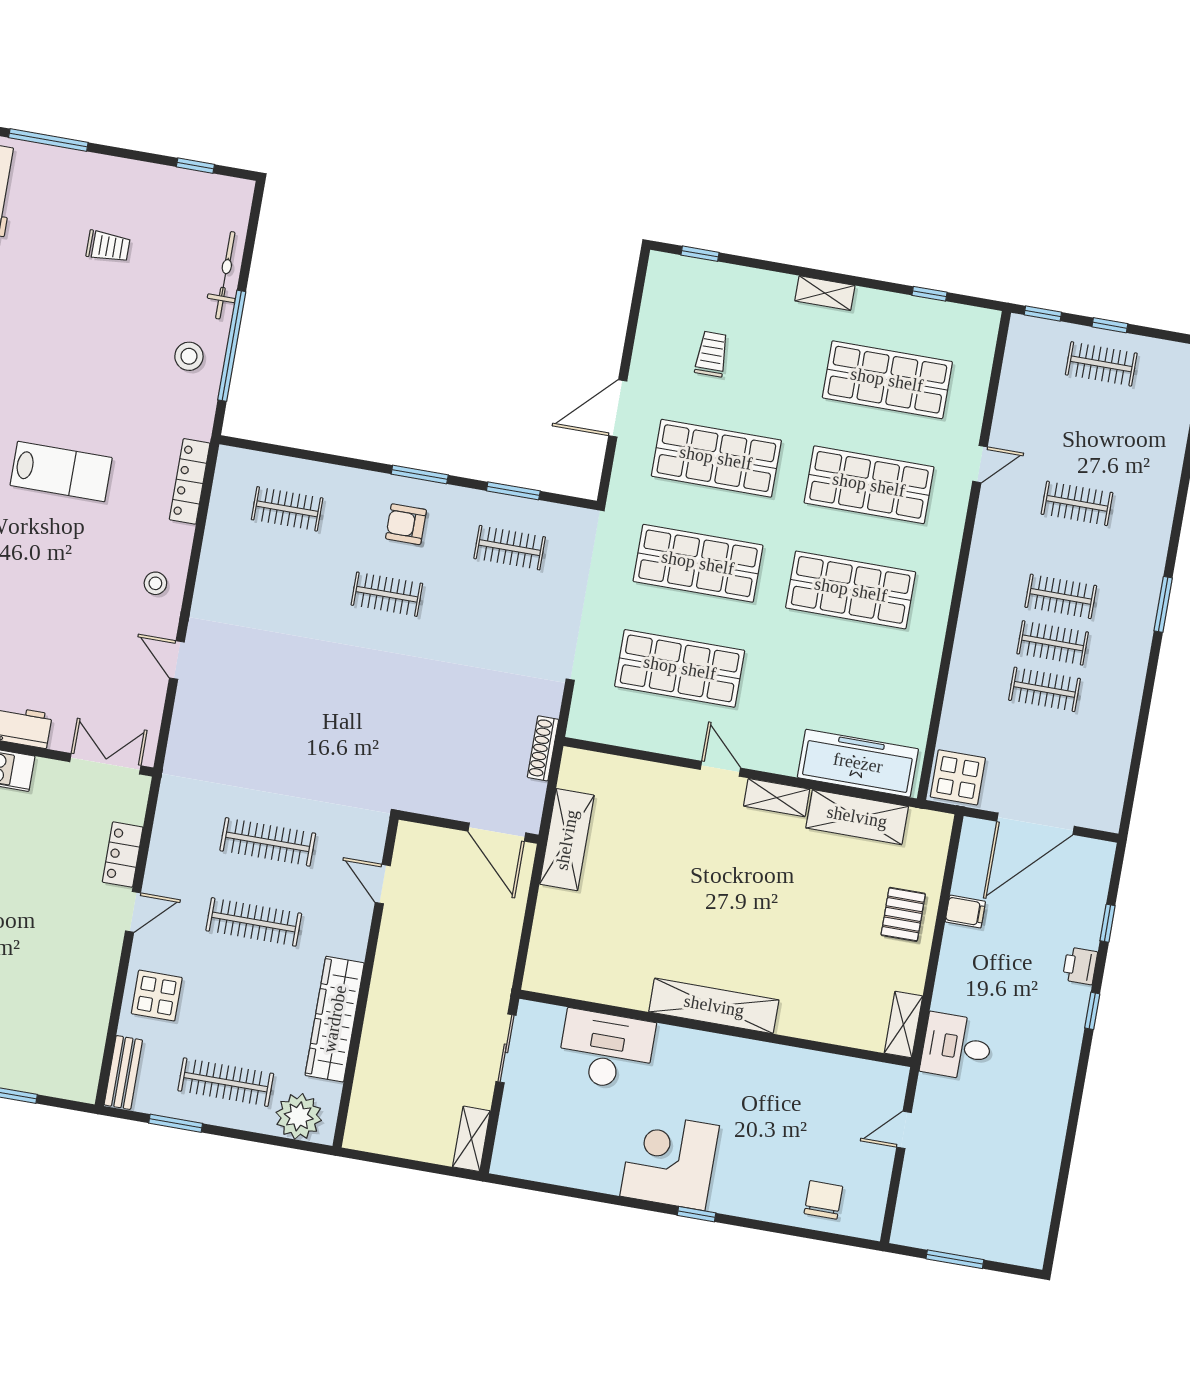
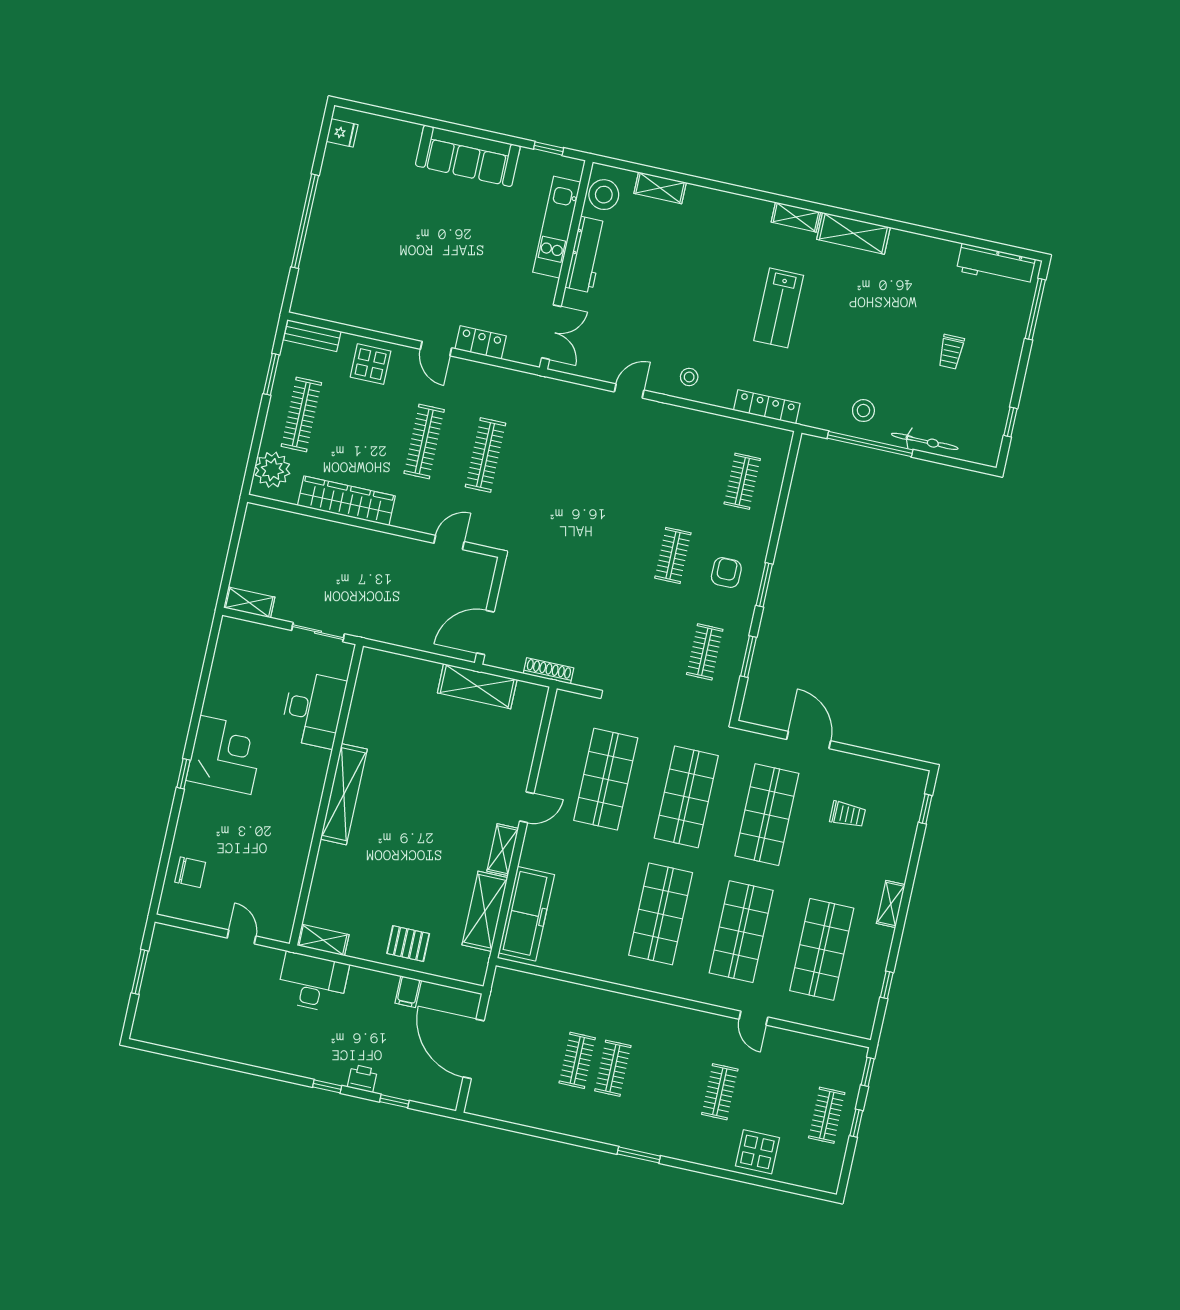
clothes rail: (1061, 596) -> (648, 1076), removed
display table: (958, 777) -> (757, 1152), moved
desk: (957, 1047) -> (313, 982), width x1.37

